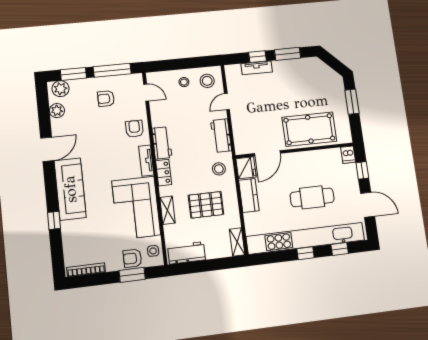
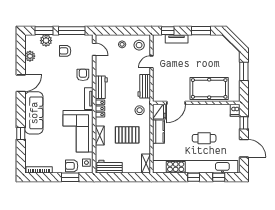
window: (257, 57) -> (168, 31), moved
plant: (61, 89) -> (46, 41), moved
cafe table: (312, 197) -> (204, 138), width x0.73, depth x0.74

